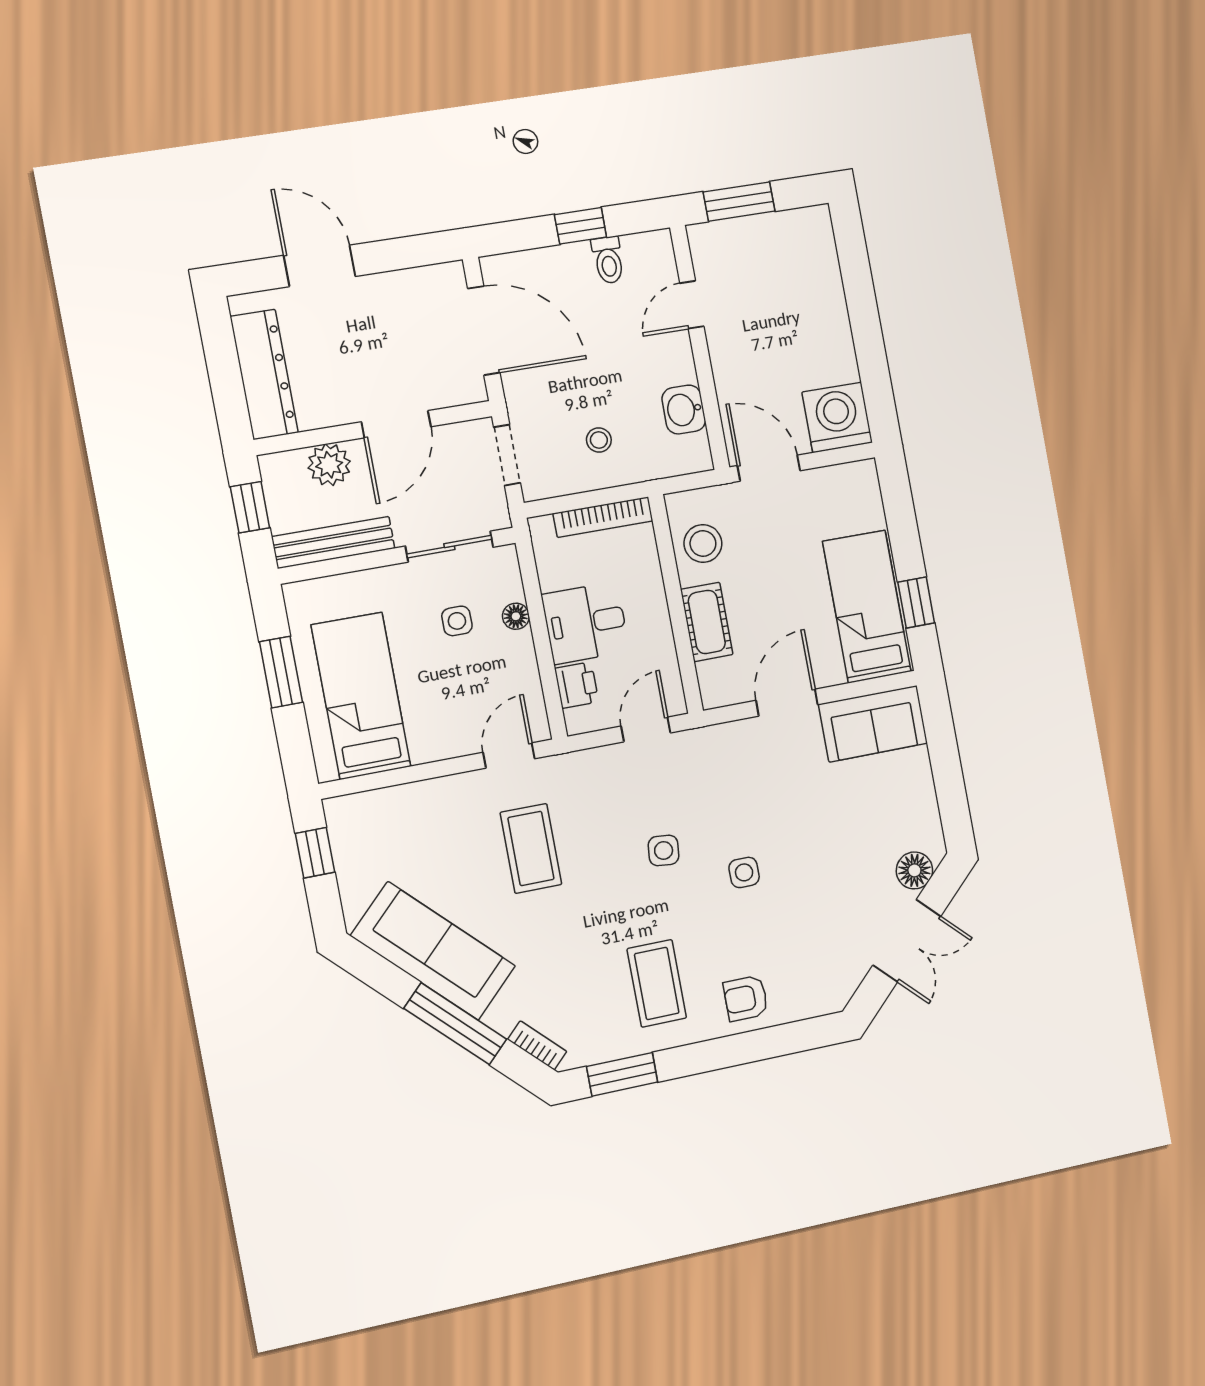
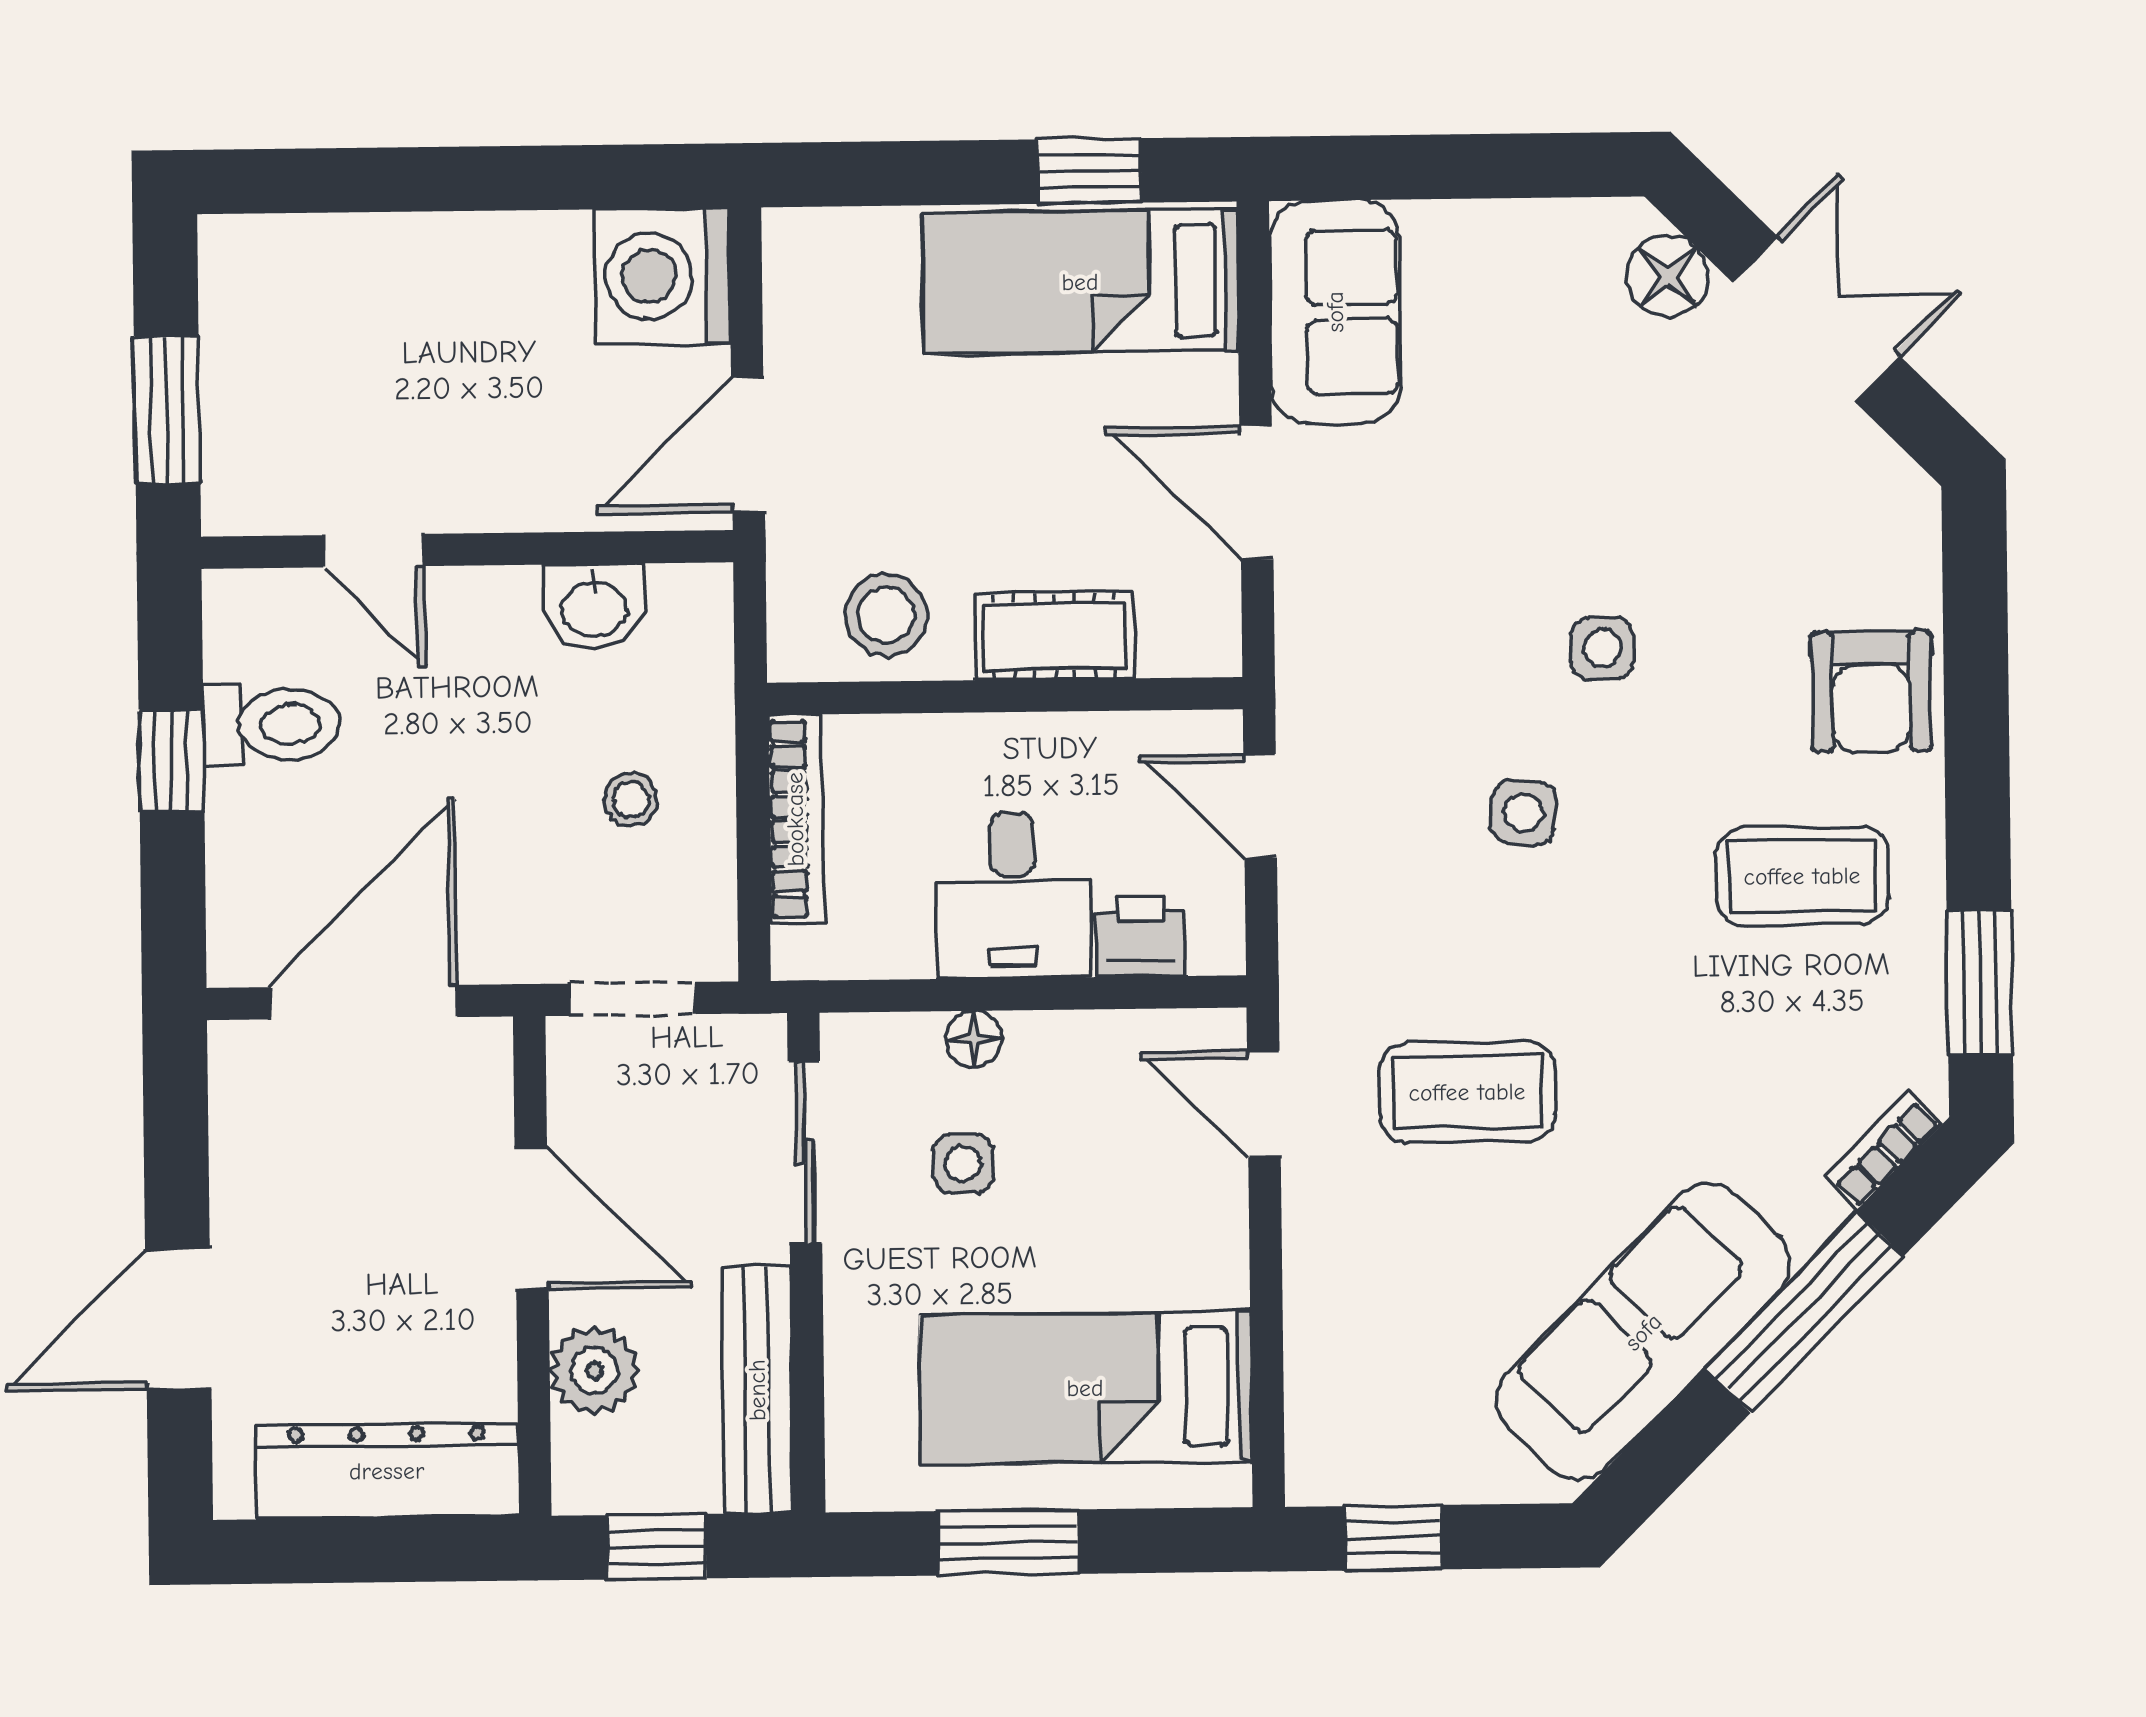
toilet: (608, 260) -> (271, 725), width x1.37, depth x1.39
armchair: (746, 998) -> (1871, 691), width x1.38, depth x1.38

